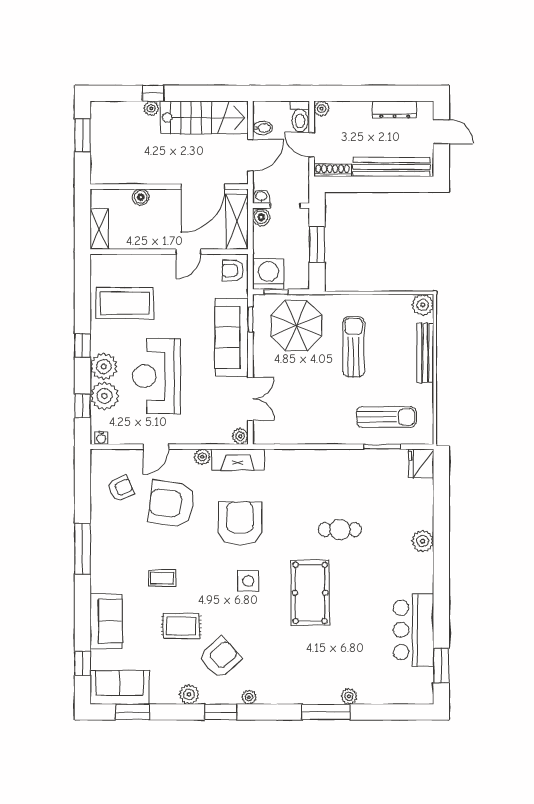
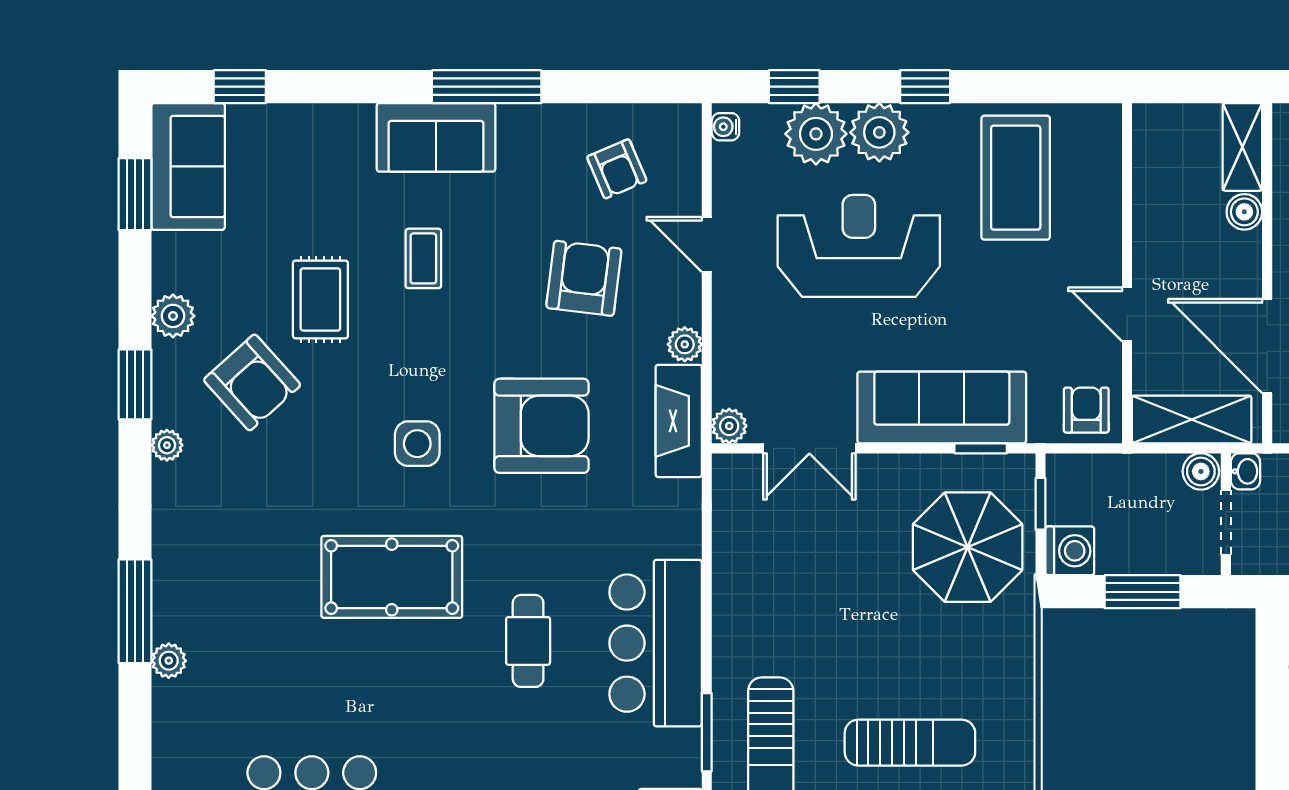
shelving: (99, 229) -> (1242, 147), moved, turned 90
washing machine: (268, 274) -> (1070, 551), moved, width x0.73, depth x0.73
sun lounger: (353, 347) -> (910, 743), moved
bar counter: (341, 470) -> (656, 643), added
armchair: (172, 504) -> (584, 278), width x0.73, depth x0.73
sofa: (106, 621) -> (436, 137), moved

